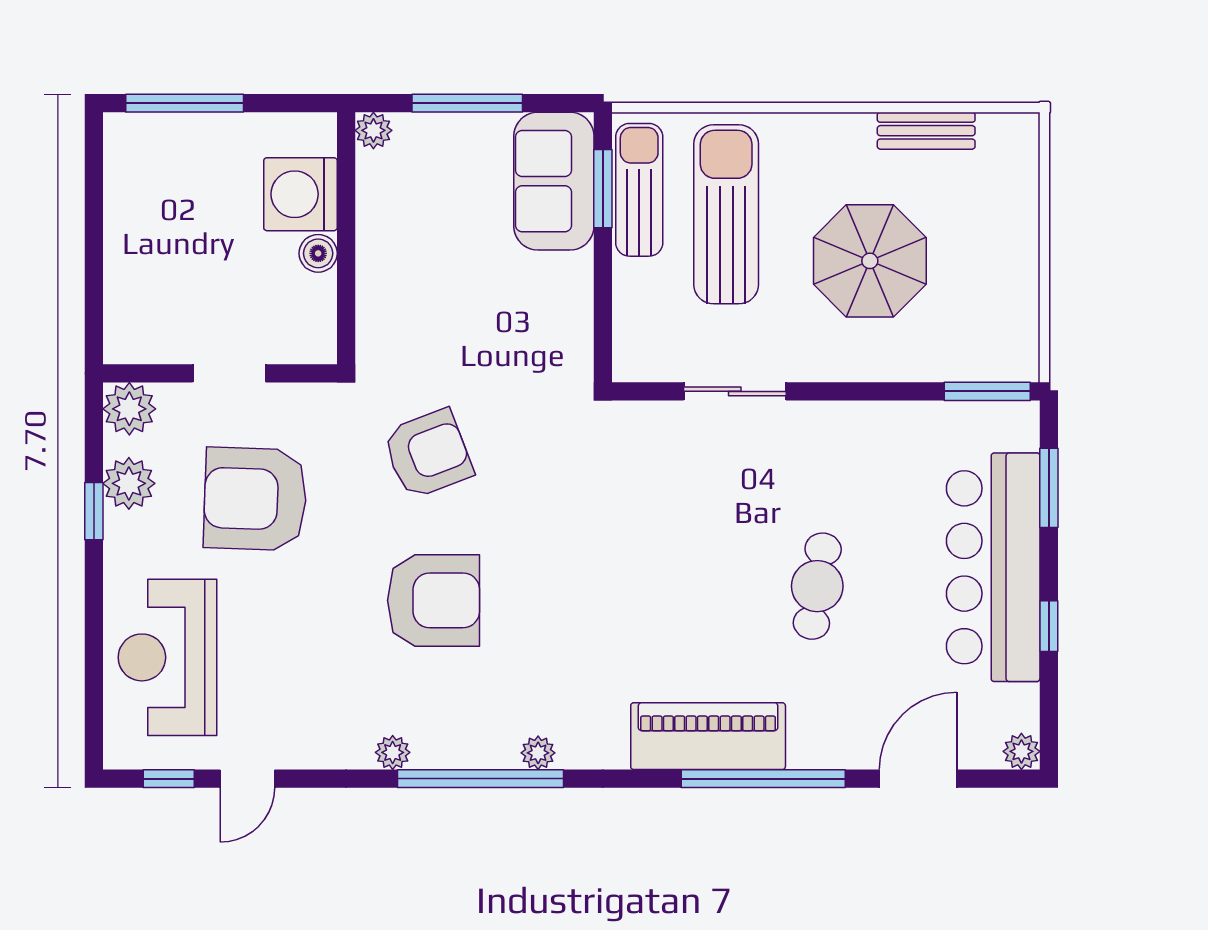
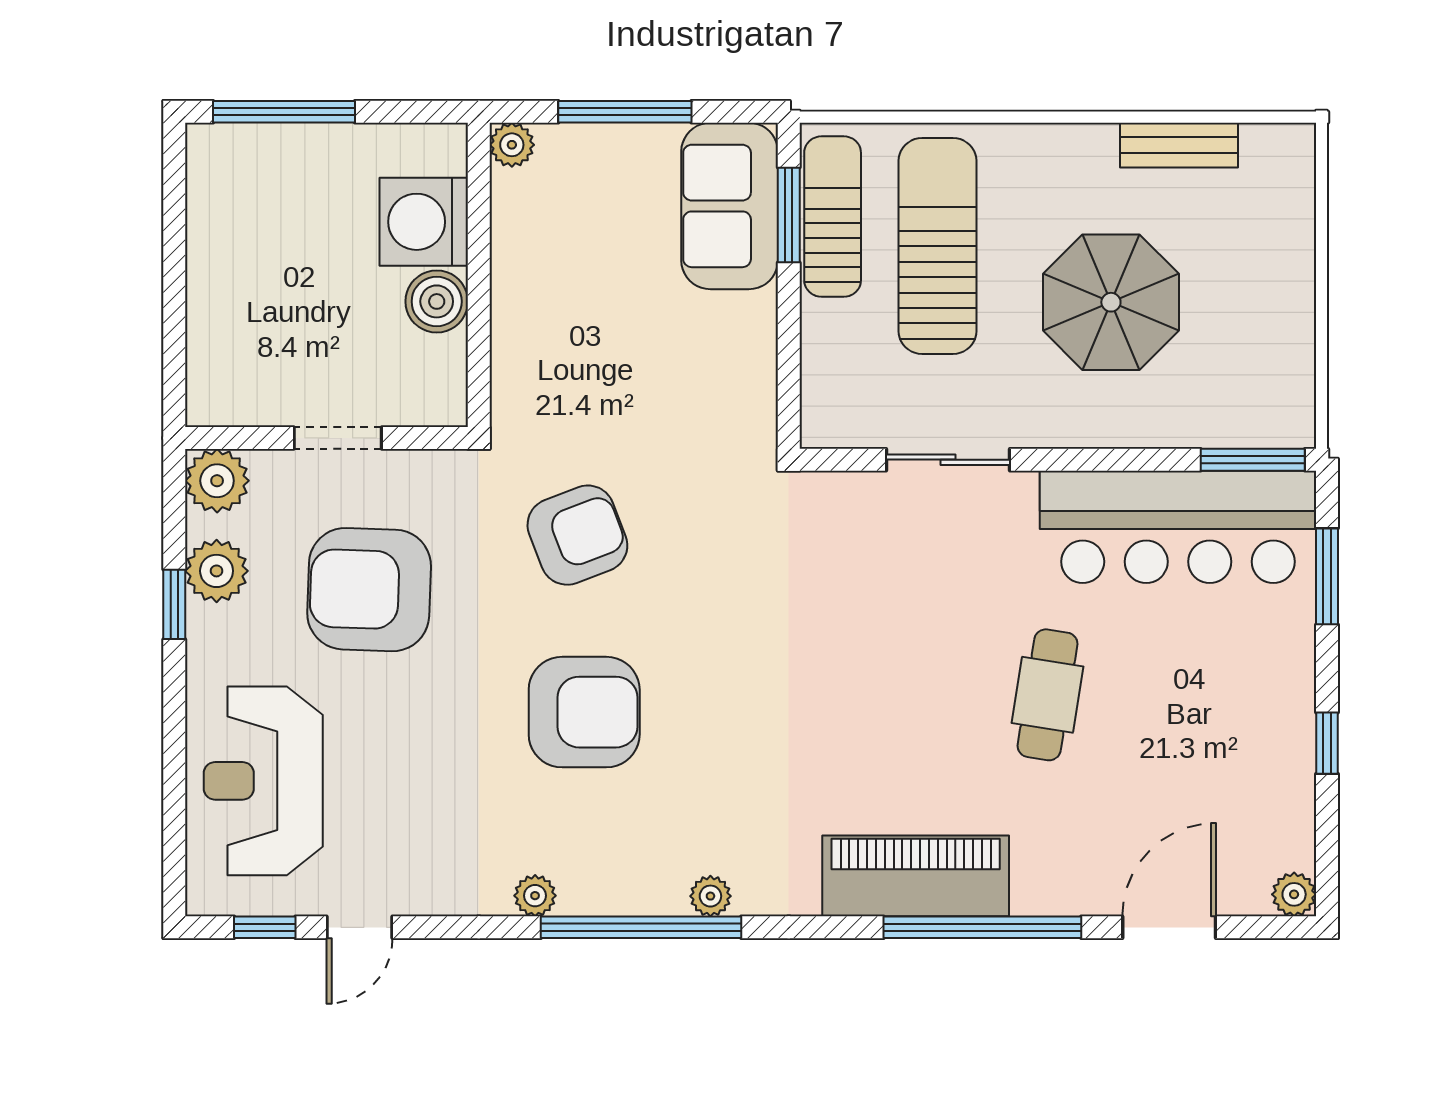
boiler: (318, 253) -> (437, 301), width x1.36, depth x1.36
bar counter: (993, 567) -> (1178, 527), moved, turned -90

